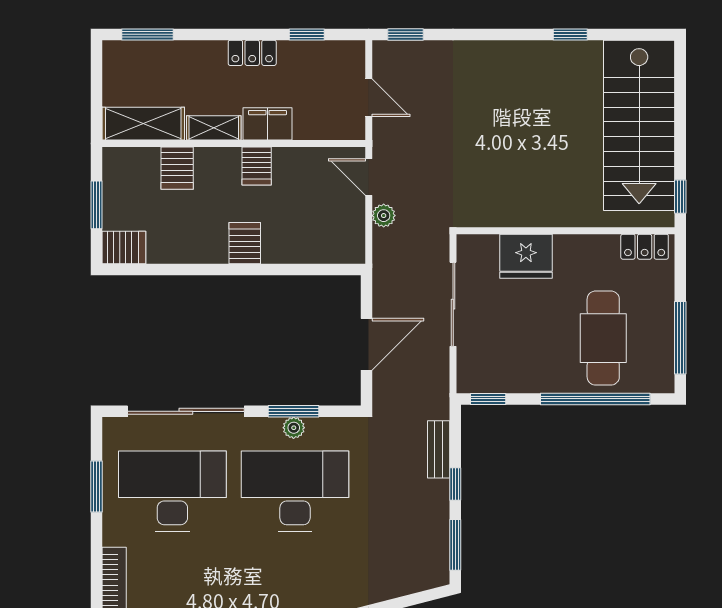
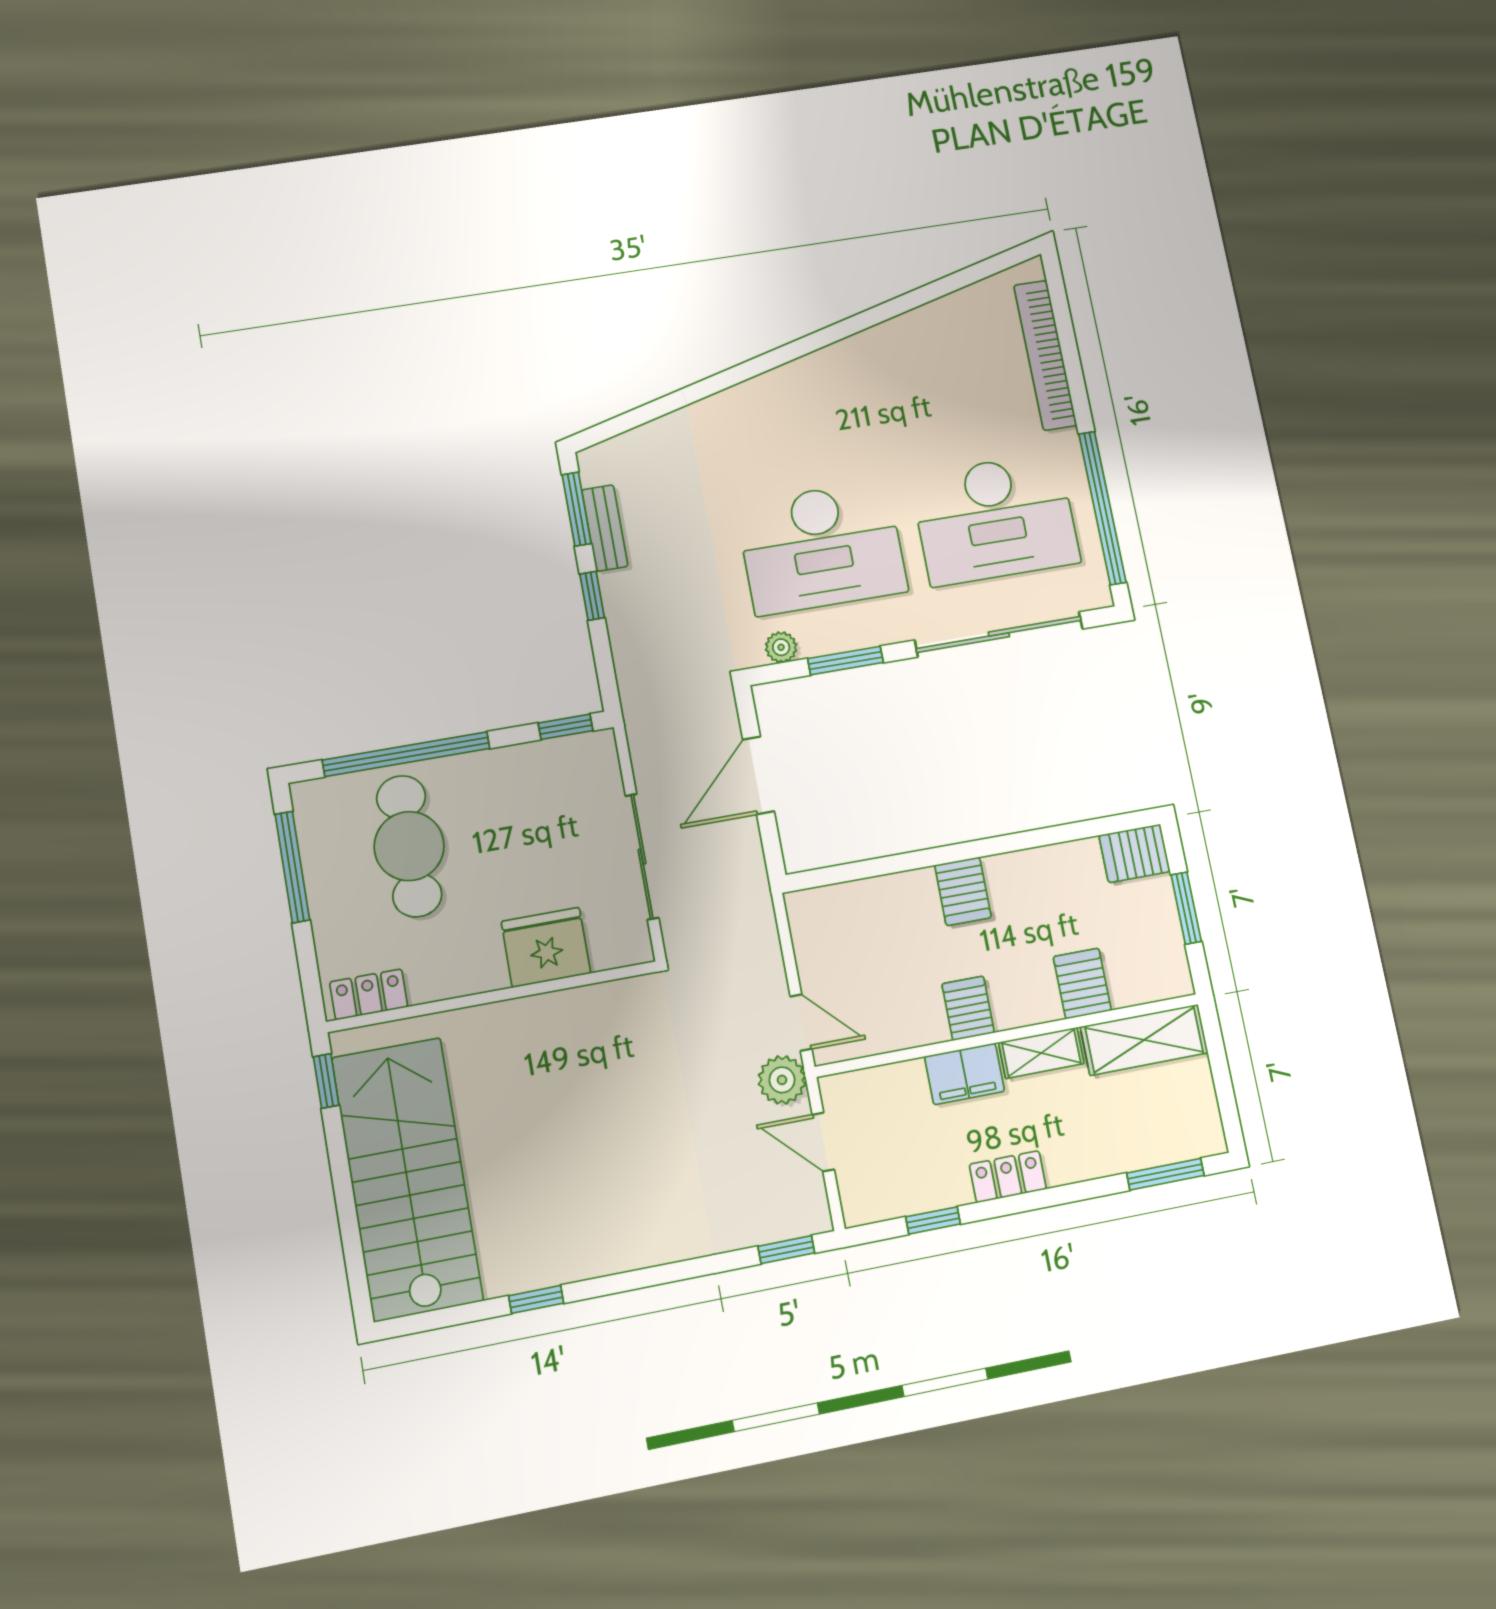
plant: (384, 216) -> (782, 1080), moved, width x1.38, depth x1.38
plant: (294, 428) -> (781, 647), moved
bench: (439, 449) -> (605, 528), moved
window: (96, 487) -> (1102, 508), width x2.11

